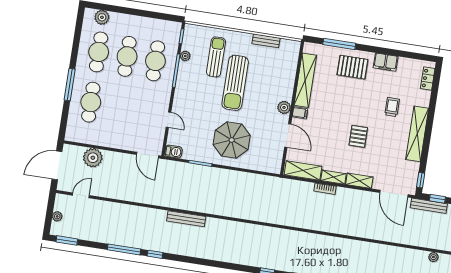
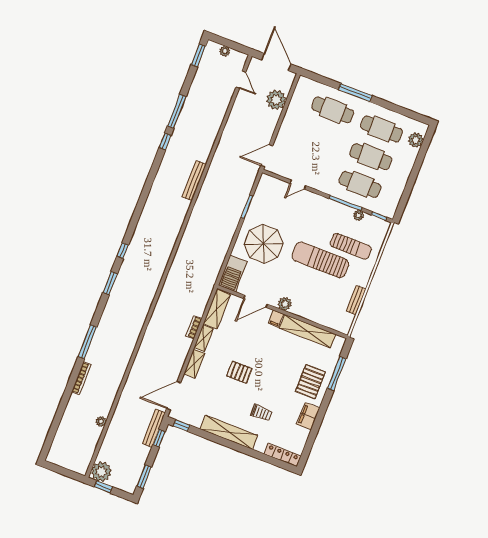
locker: (428, 79) -> (282, 455), width x1.53
barbecue: (173, 152) -> (233, 273), moved, width x1.88, depth x1.53

